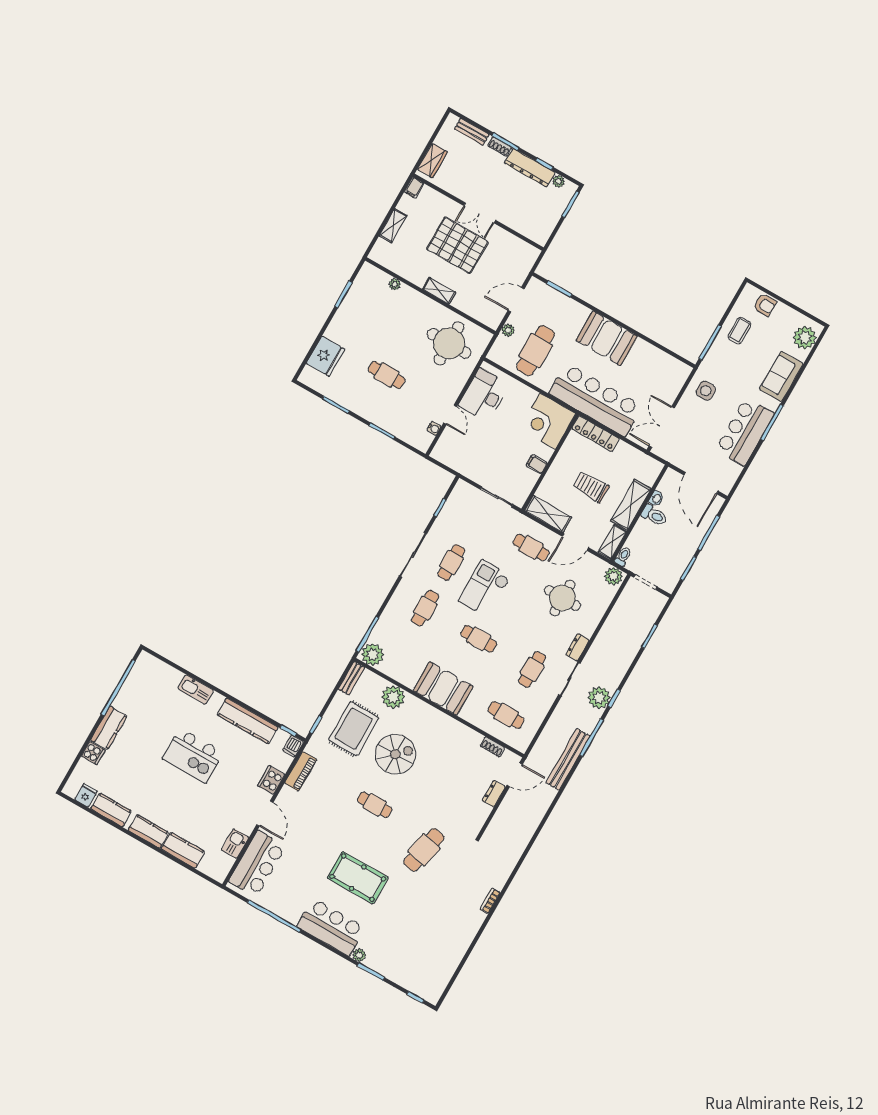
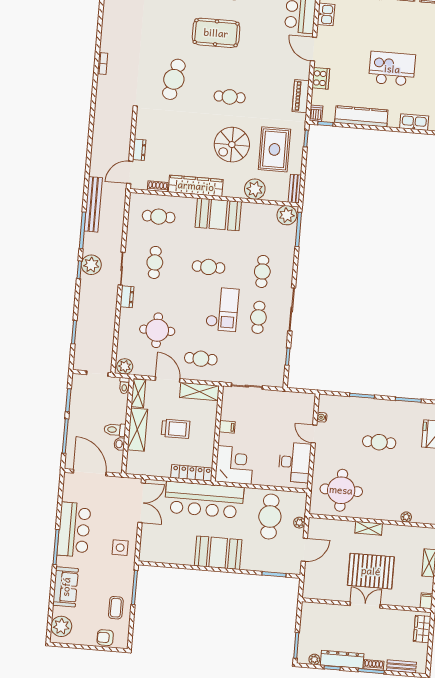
door: (575, 542) -> (168, 380), hinge flipped
wardrobe: (453, 729) -> (196, 186), added

